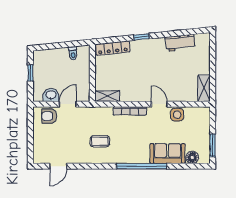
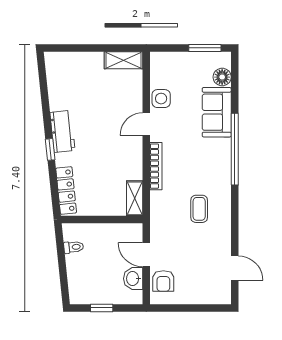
workbench: (180, 43) -> (62, 131), moved

